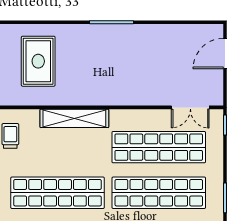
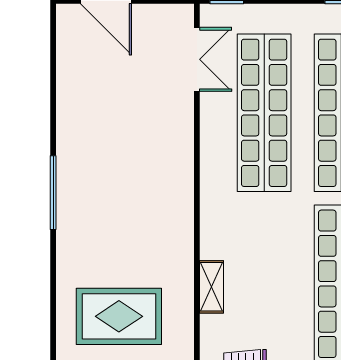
shelving: (74, 118) -> (212, 287), width x0.45, depth x0.75

